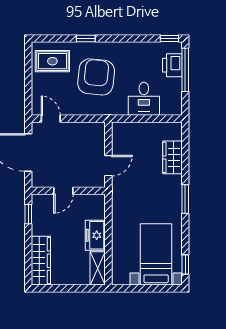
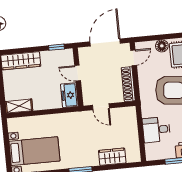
floor lamp: (39, 82) -> (162, 46), added
shoe rack: (83, 129) -> (128, 84), added
freezer: (95, 235) -> (69, 95), moved, turned -90

